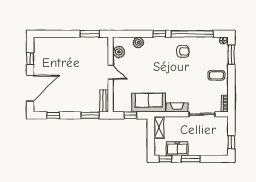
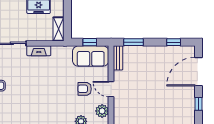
armchair: (183, 51) -> (85, 89), moved
sofa: (149, 103) -> (91, 56), moved

